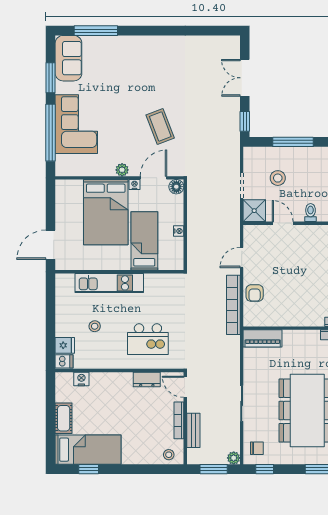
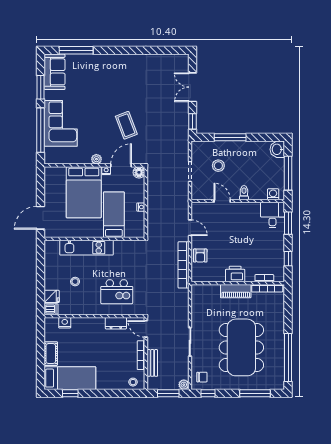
shower: (254, 211) -> (200, 191), removed
door: (242, 257) -> (190, 228), swing flipped
printer: (299, 316) -> (235, 274), added
piano: (263, 338) -> (236, 291), moved

